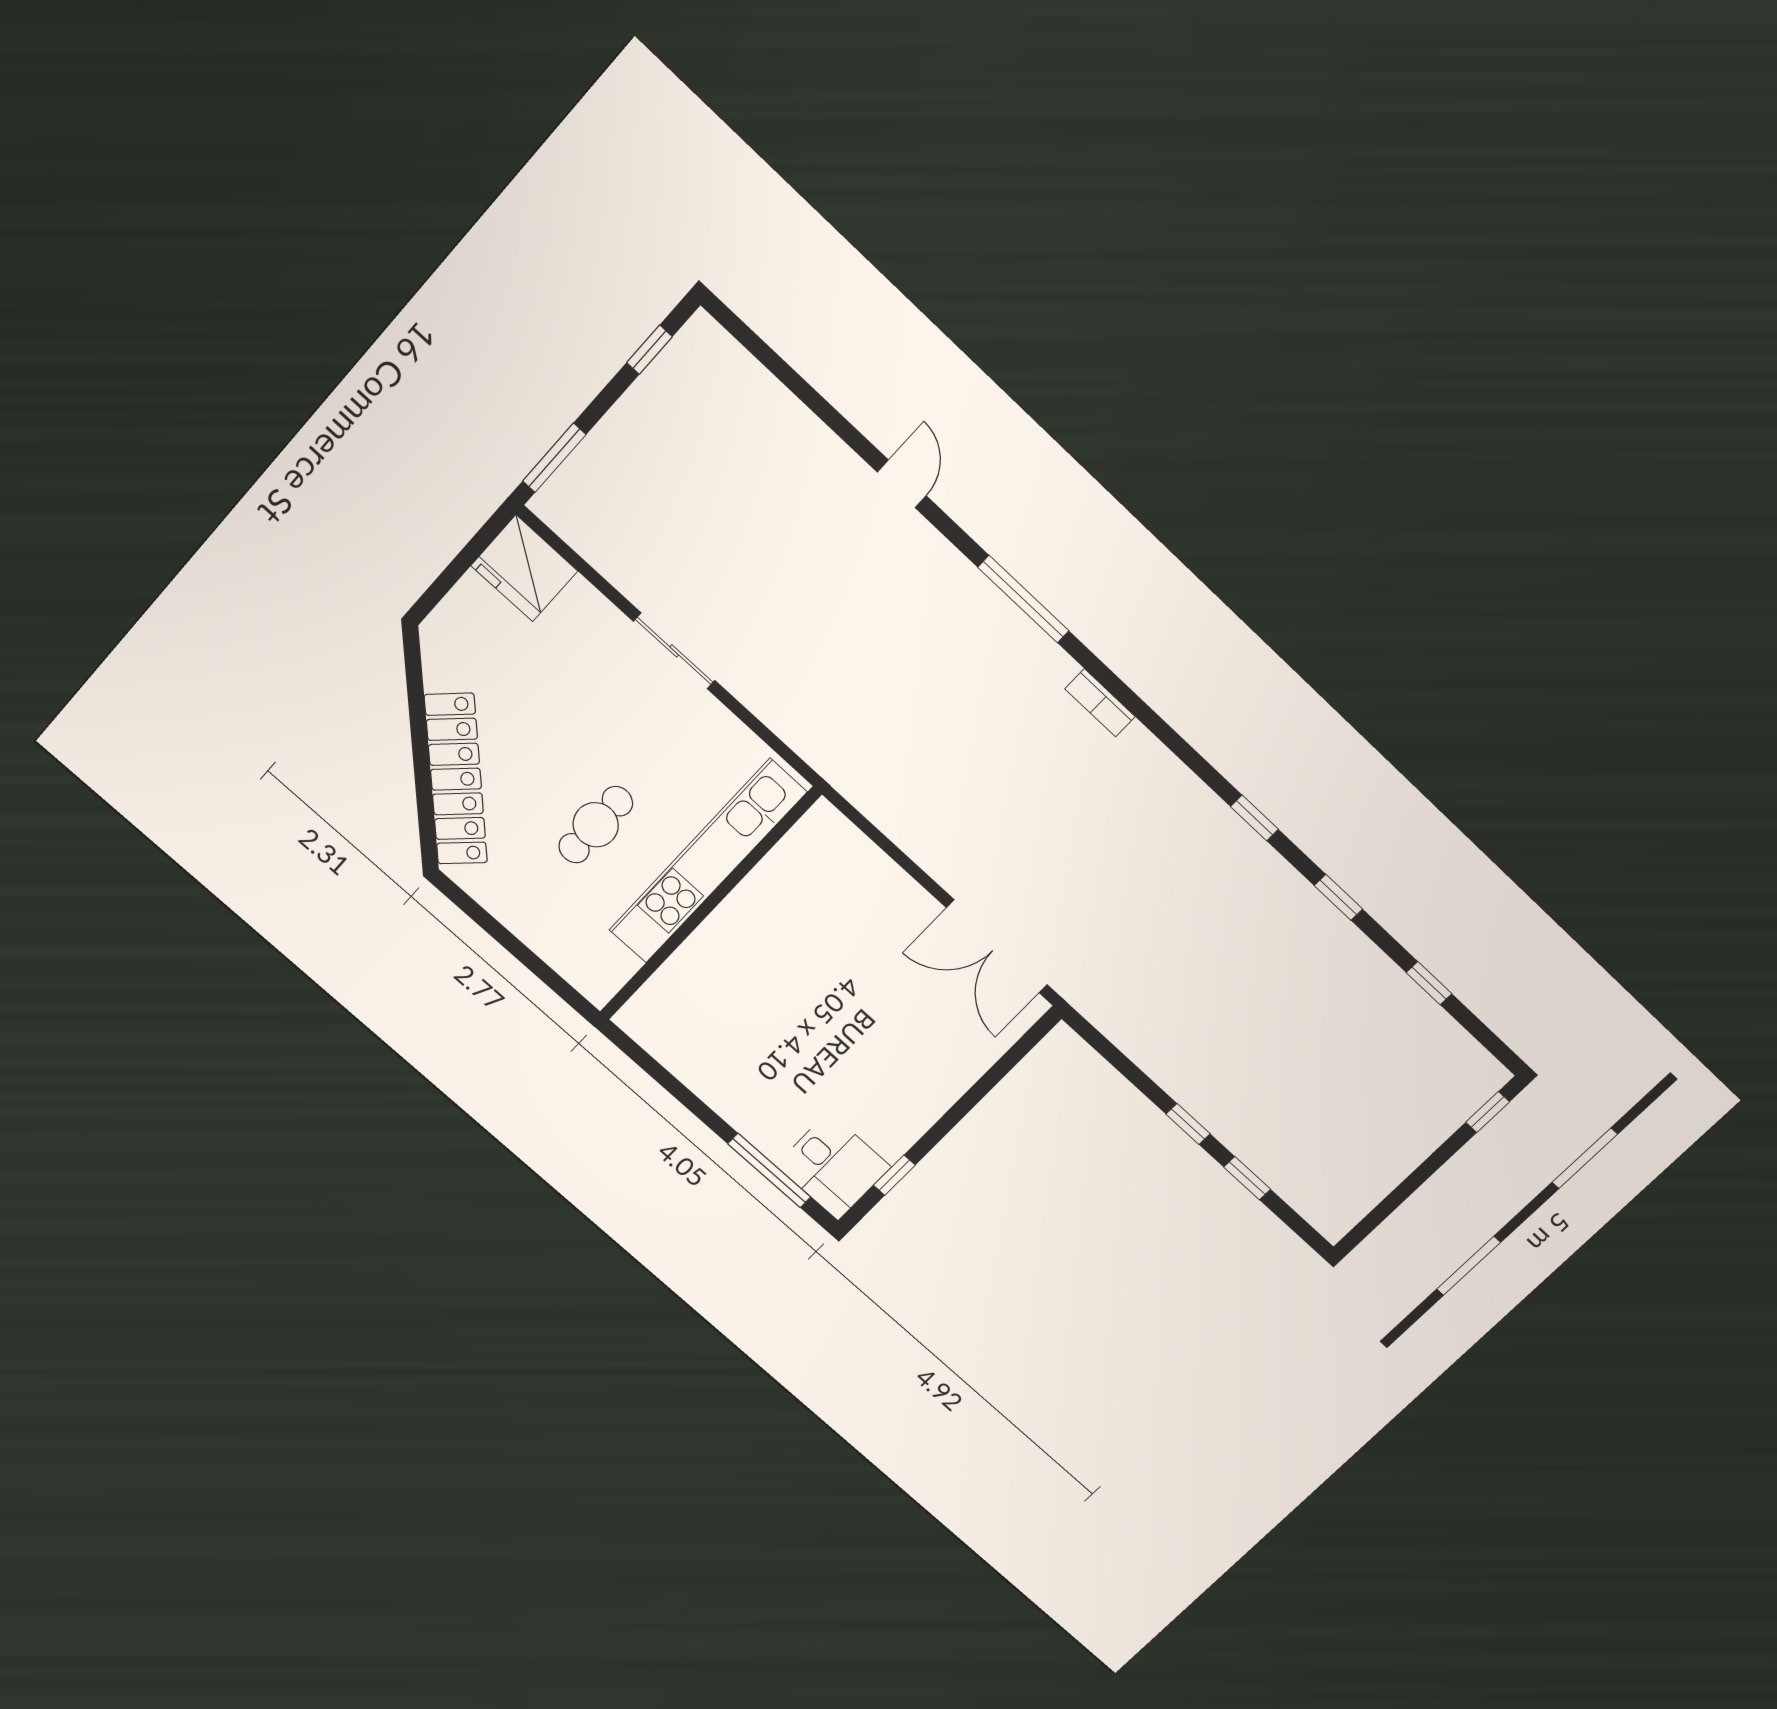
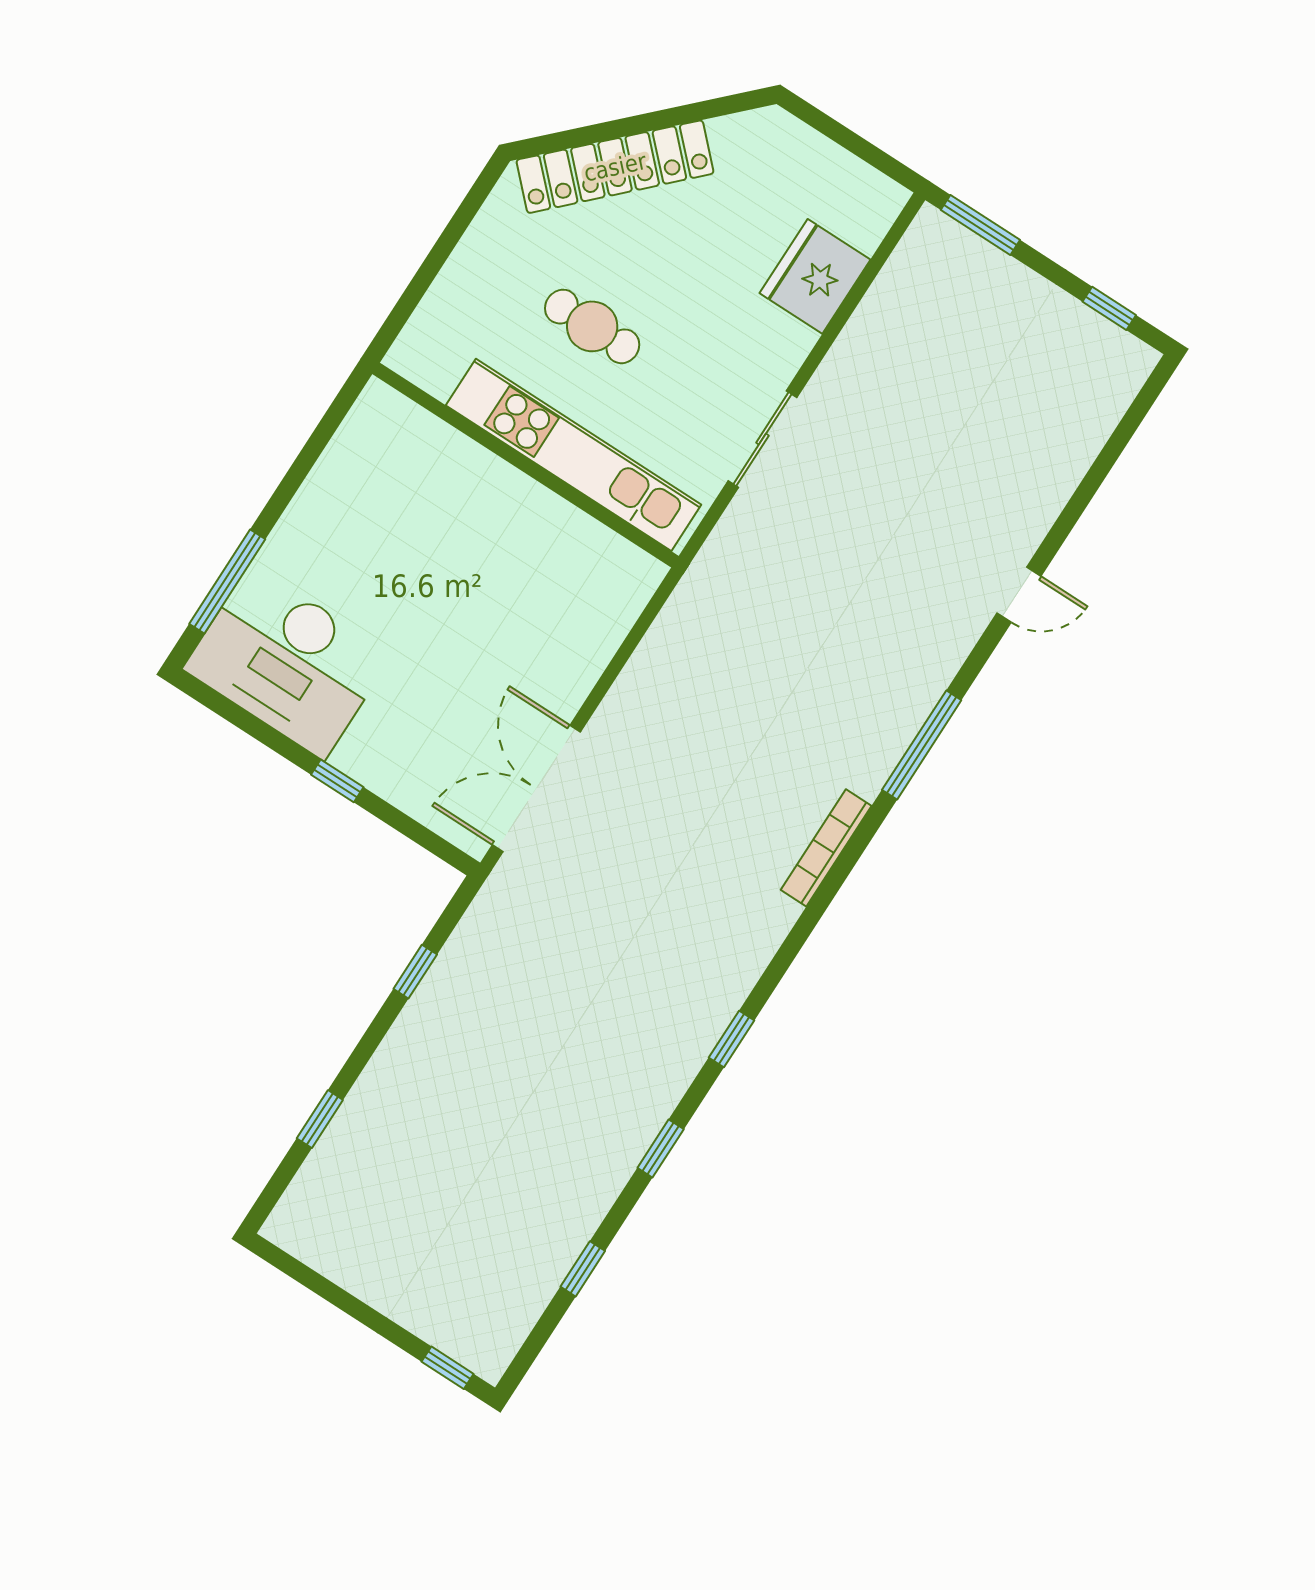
fridge: (524, 568) -> (815, 276), moved
sliding door: (674, 651) -> (762, 439), moved
bookcase: (1100, 703) -> (826, 848), width x1.56
window: (1188, 1124) -> (415, 972), moved
desk: (833, 1166) -> (287, 662), width x1.87, depth x1.30
window: (894, 1175) -> (337, 781), moved

